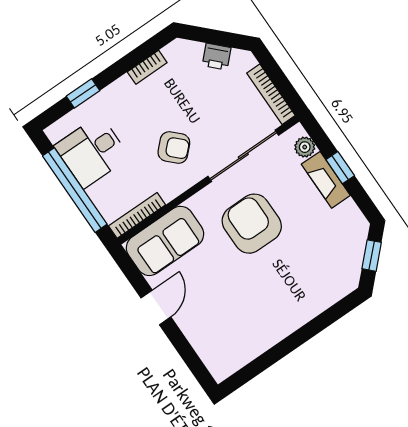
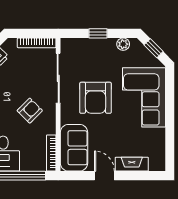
plant: (305, 147) -> (123, 44), moved
fireplace: (326, 180) -> (132, 164), moved, turned 180
armchair: (252, 224) -> (96, 98), turned -90
corner sofa: (297, 288) -> (144, 97), added

